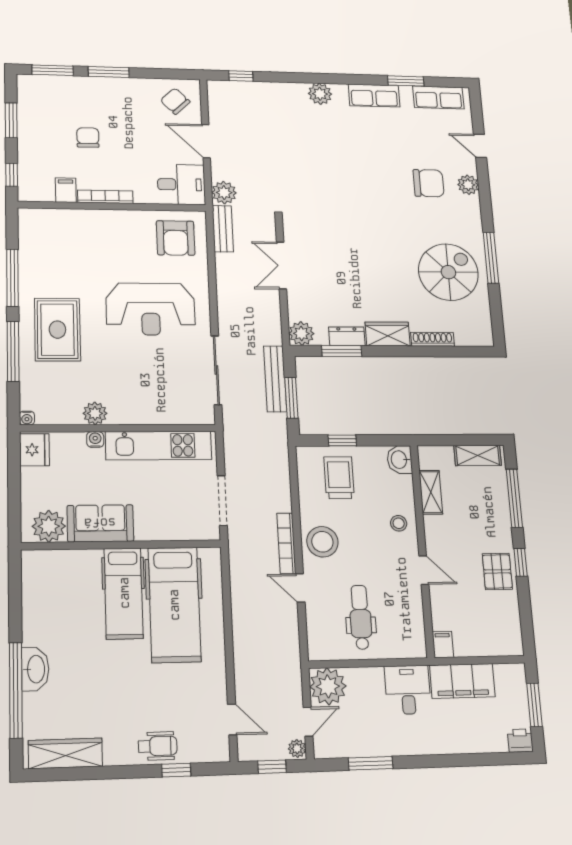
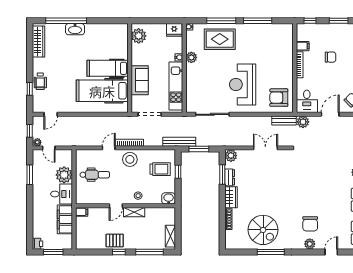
rug: (57, 330) -> (220, 39), moved
bench: (275, 379) -> (179, 142), moved
shelving: (431, 492) -> (134, 212), moved
sofa: (100, 523) -> (140, 80), moved
plant: (328, 686) -> (64, 175), moved

